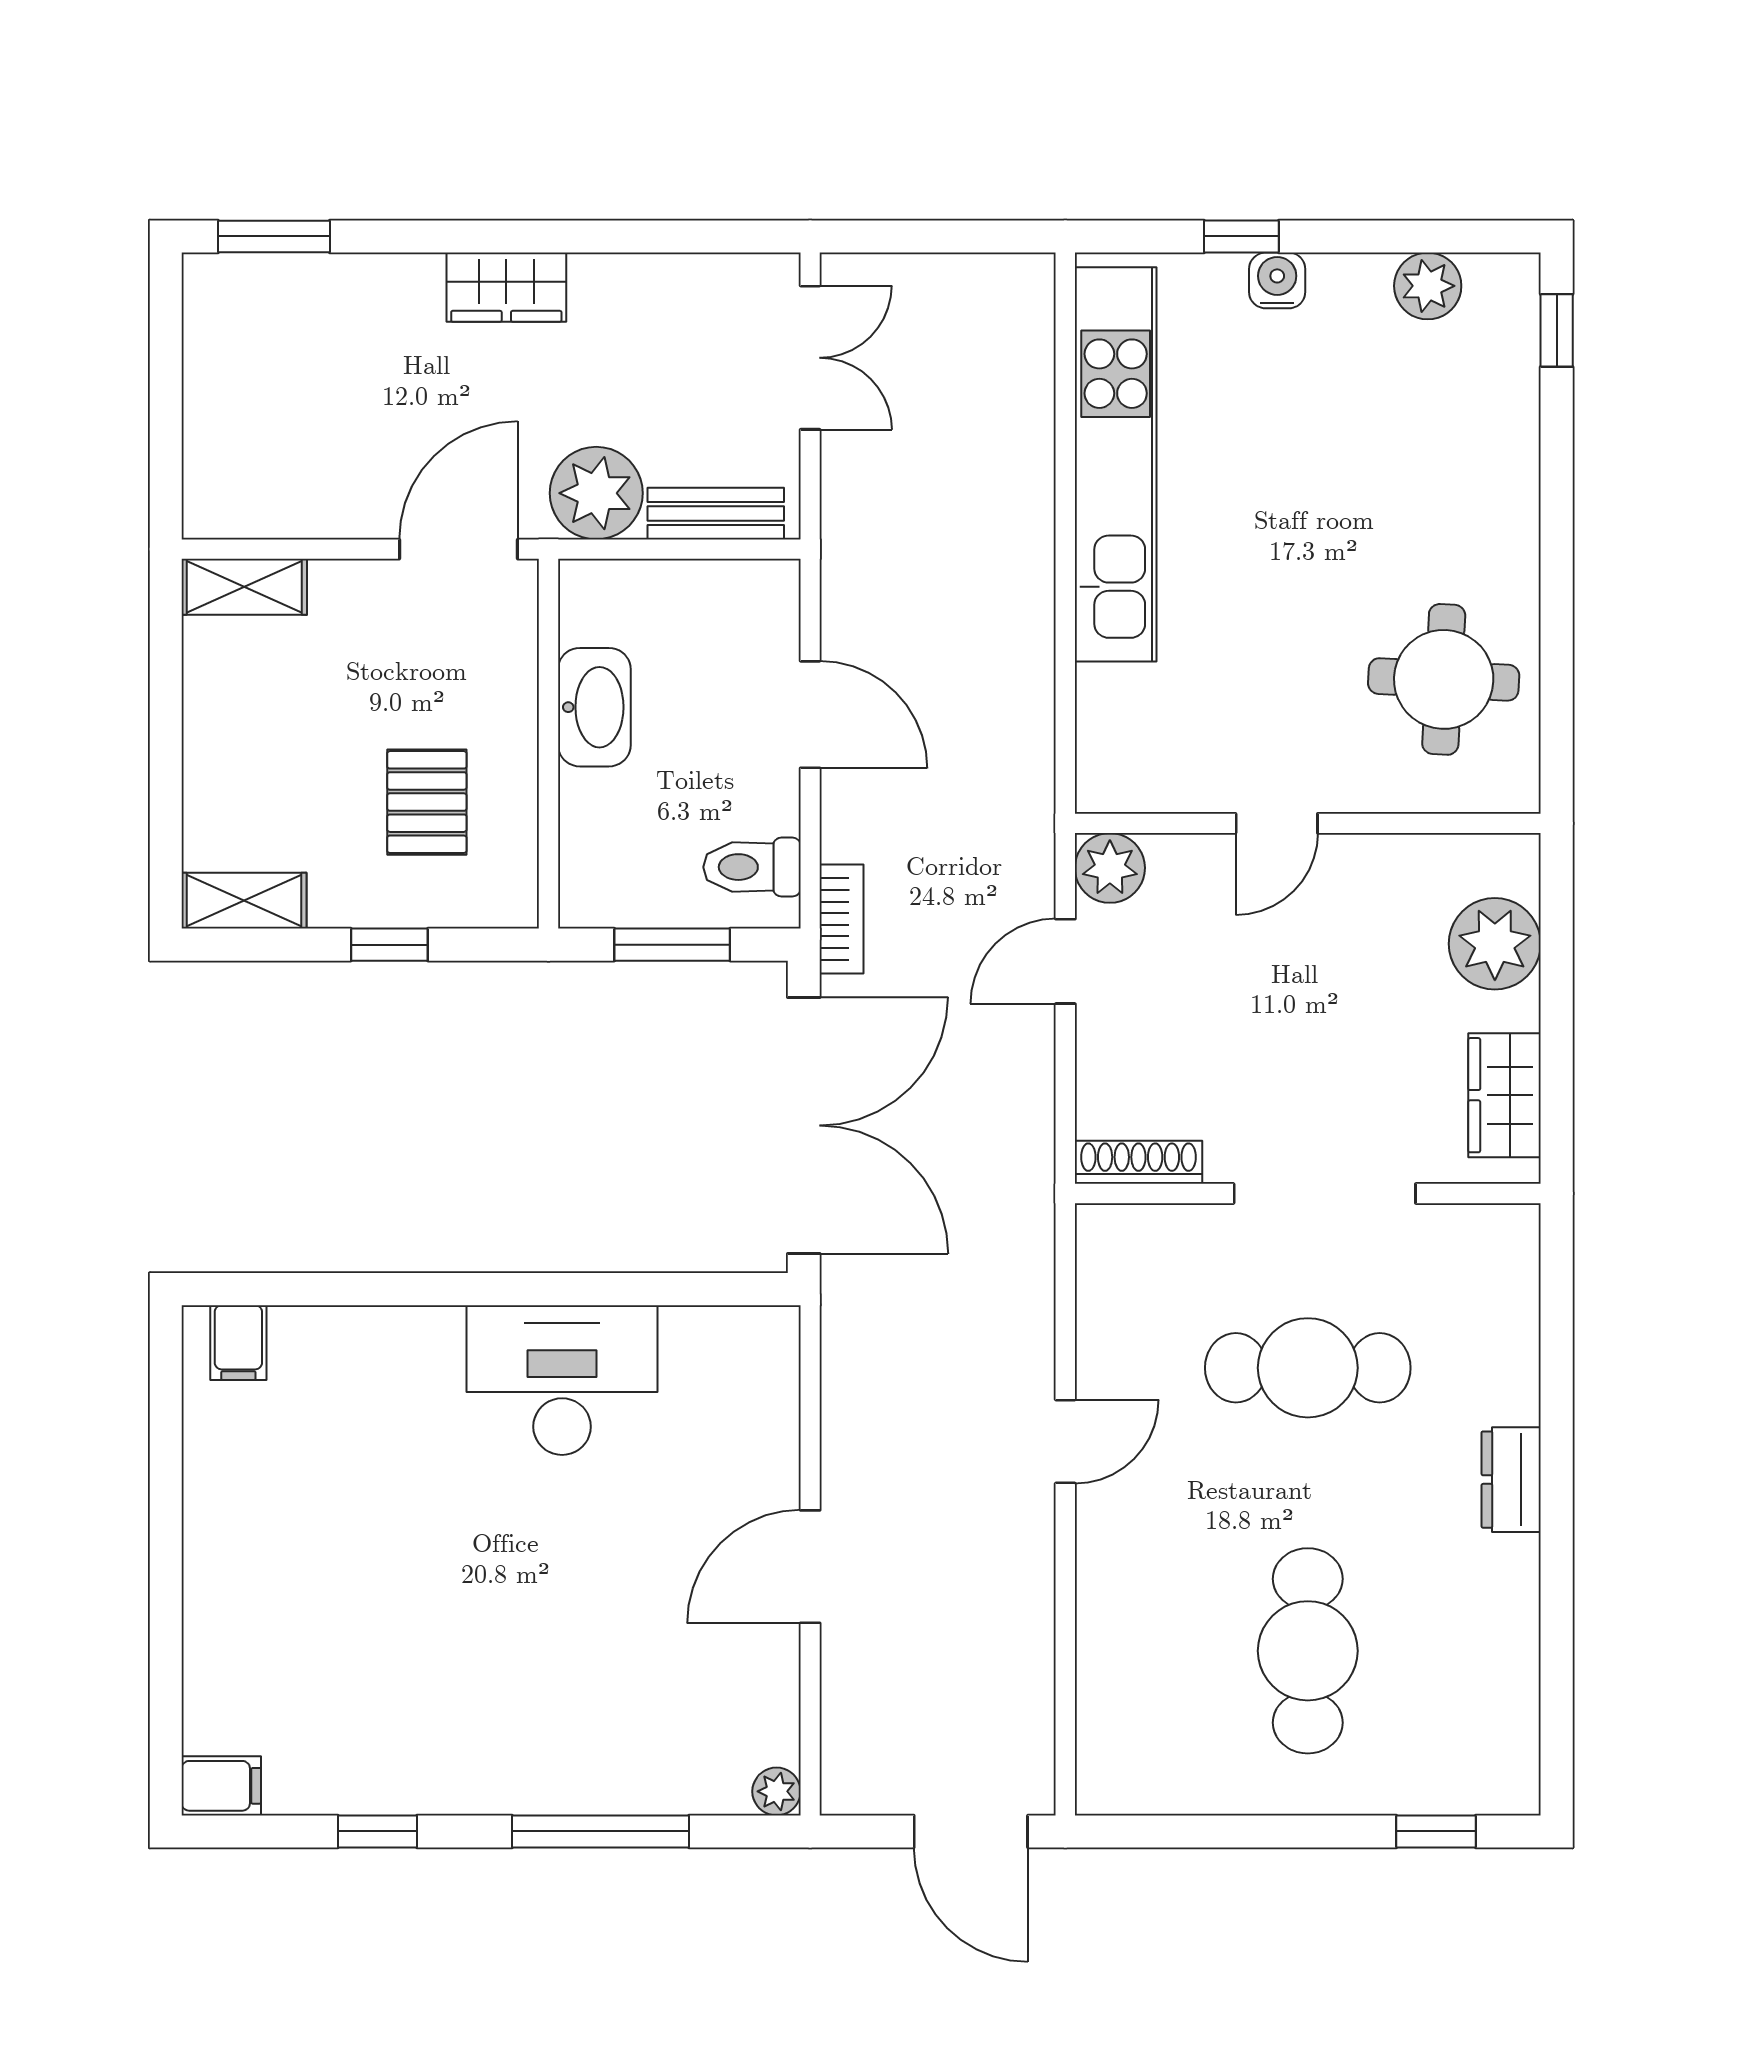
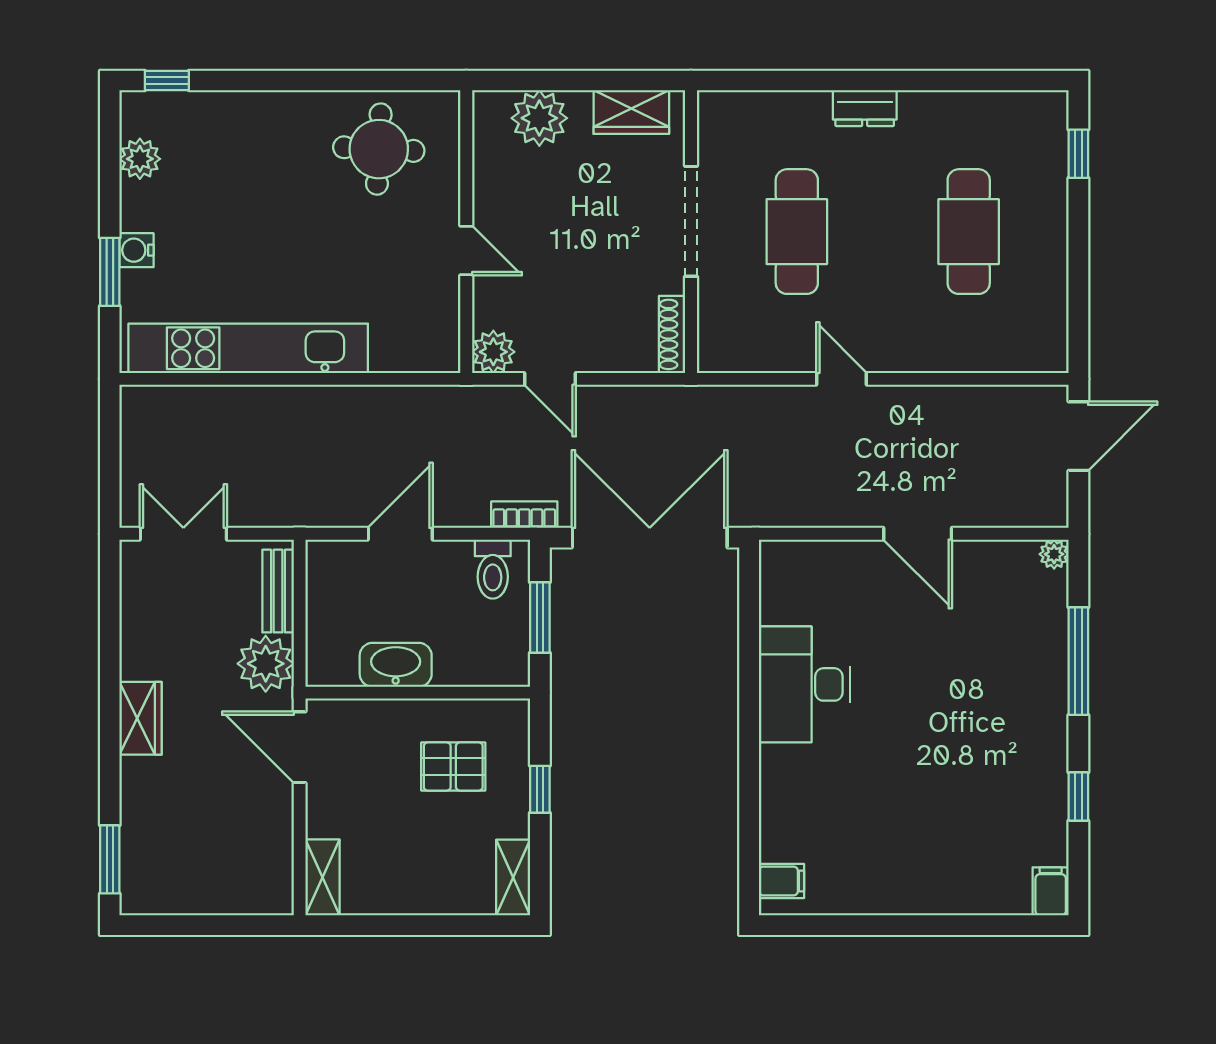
window: (1241, 236) -> (110, 272), width x1.50
cafe table: (1308, 1651) -> (969, 232), turned 90

